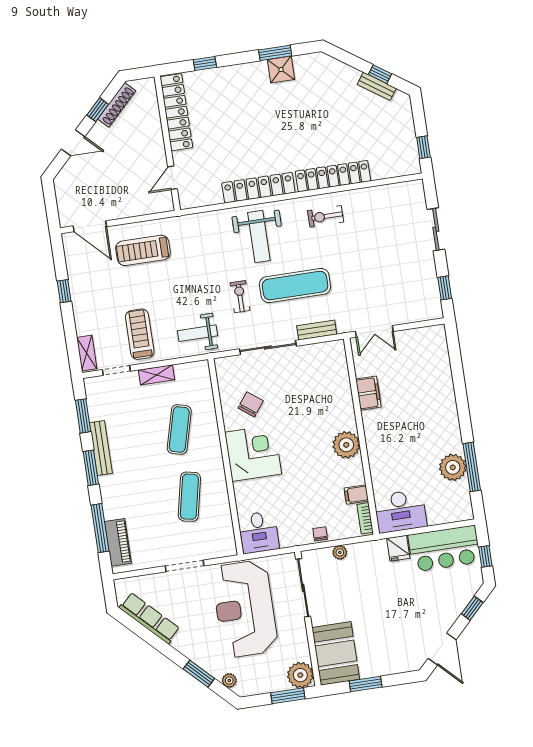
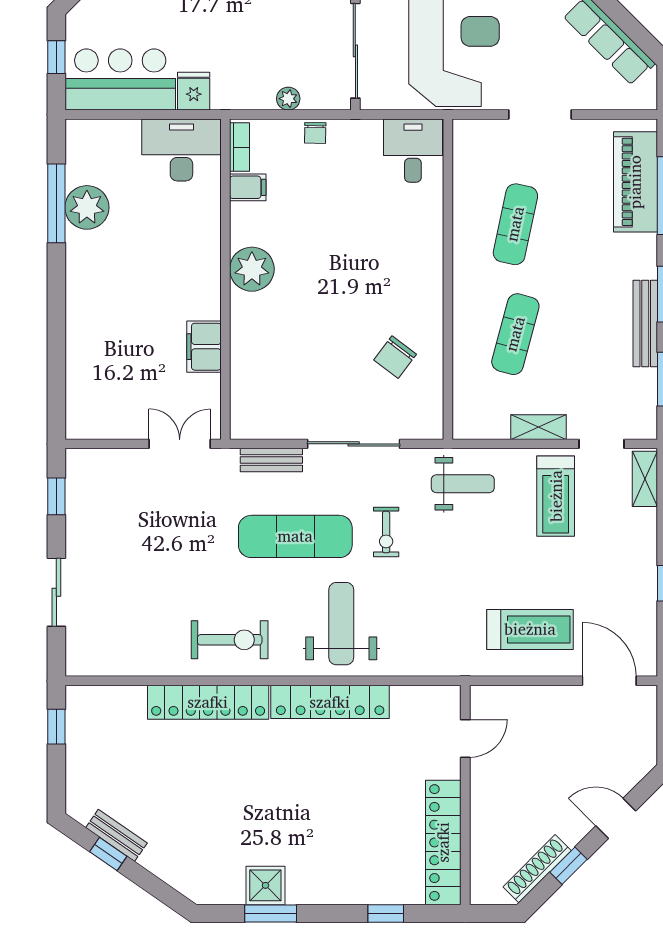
exercise bike: (326, 216) -> (230, 640), width x1.38, depth x1.39
corner desk: (253, 453) -> (403, 278), removed
piano: (118, 542) -> (635, 182), width x1.37, depth x1.33

